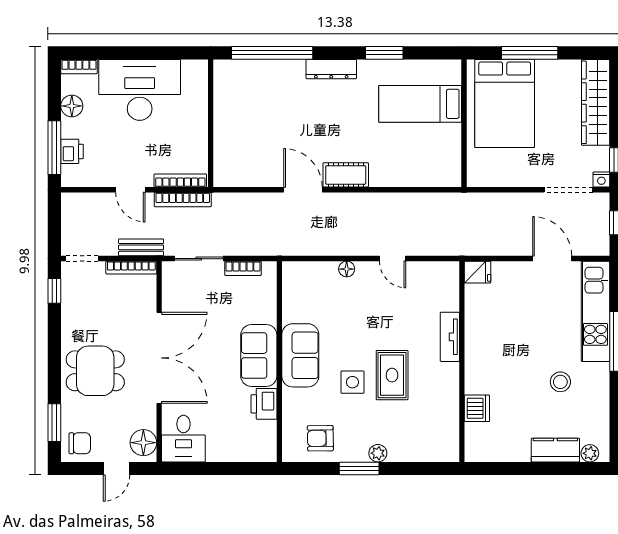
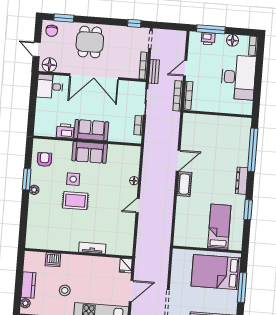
fridge: (478, 272) -> (126, 266), moved
tv unit: (450, 337) -> (92, 248), moved
wall: (462, 362) -> (79, 253), moved
dishwasher: (477, 408) -> (53, 260), moved

